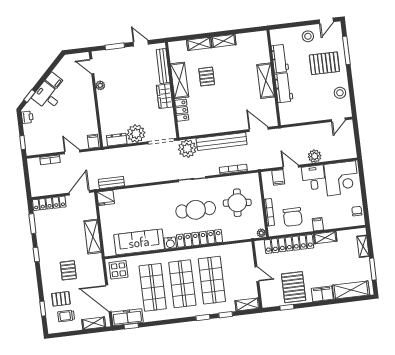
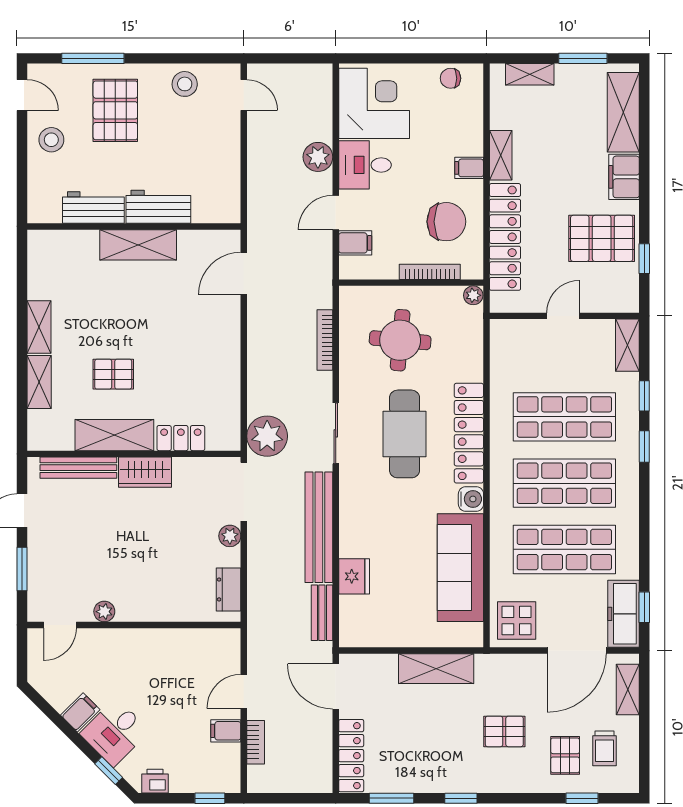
plant: (136, 134) -> (230, 536), width x0.53, depth x0.53
filing cabinet: (93, 141) -> (226, 731), moved
bench: (222, 141) -> (319, 527), moved
fridge: (106, 198) -> (354, 576), moved

